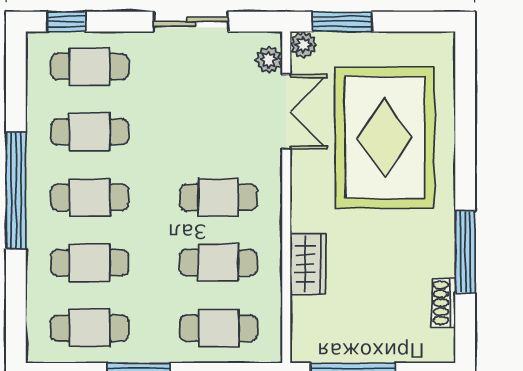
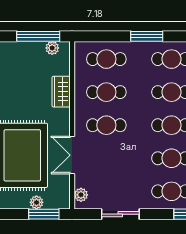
plant: (303, 45) -> (36, 202), moved
double door: (286, 112) -> (72, 155), moved
plant: (325, 350) -> (52, 48), added

